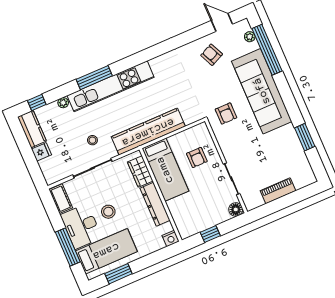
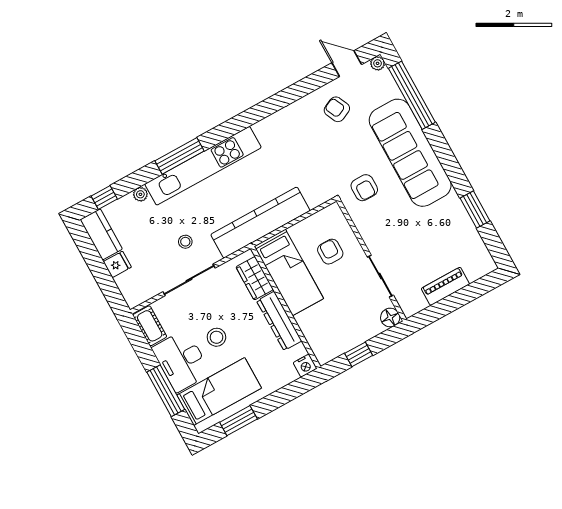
plant: (250, 37) -> (378, 63), moved
armchair: (197, 157) -> (330, 252), turned 180

